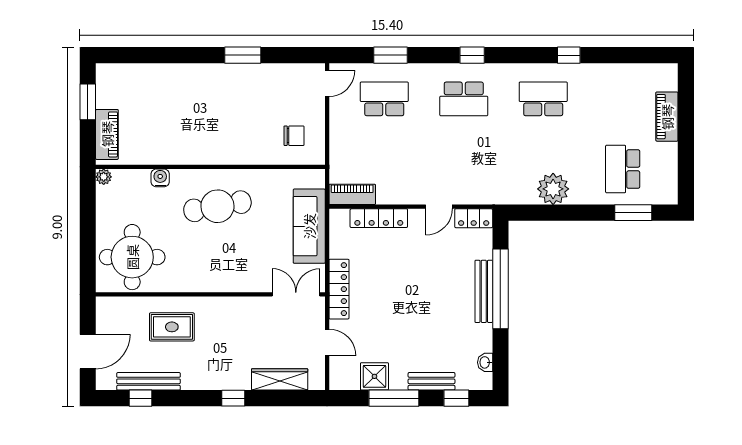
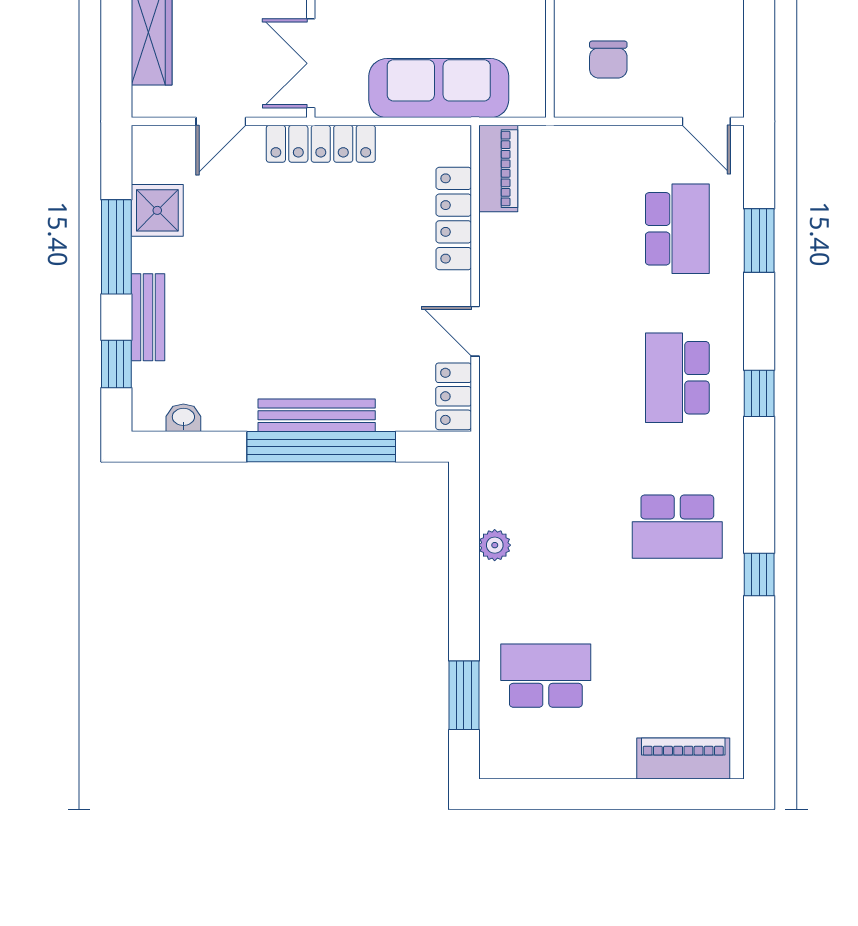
school desk: (543, 99) -> (677, 527), turned 90
piano: (667, 117) -> (683, 758), moved
plant: (553, 189) -> (495, 545), width x0.53, depth x0.53
double door: (296, 294) -> (311, 63), swing flipped

